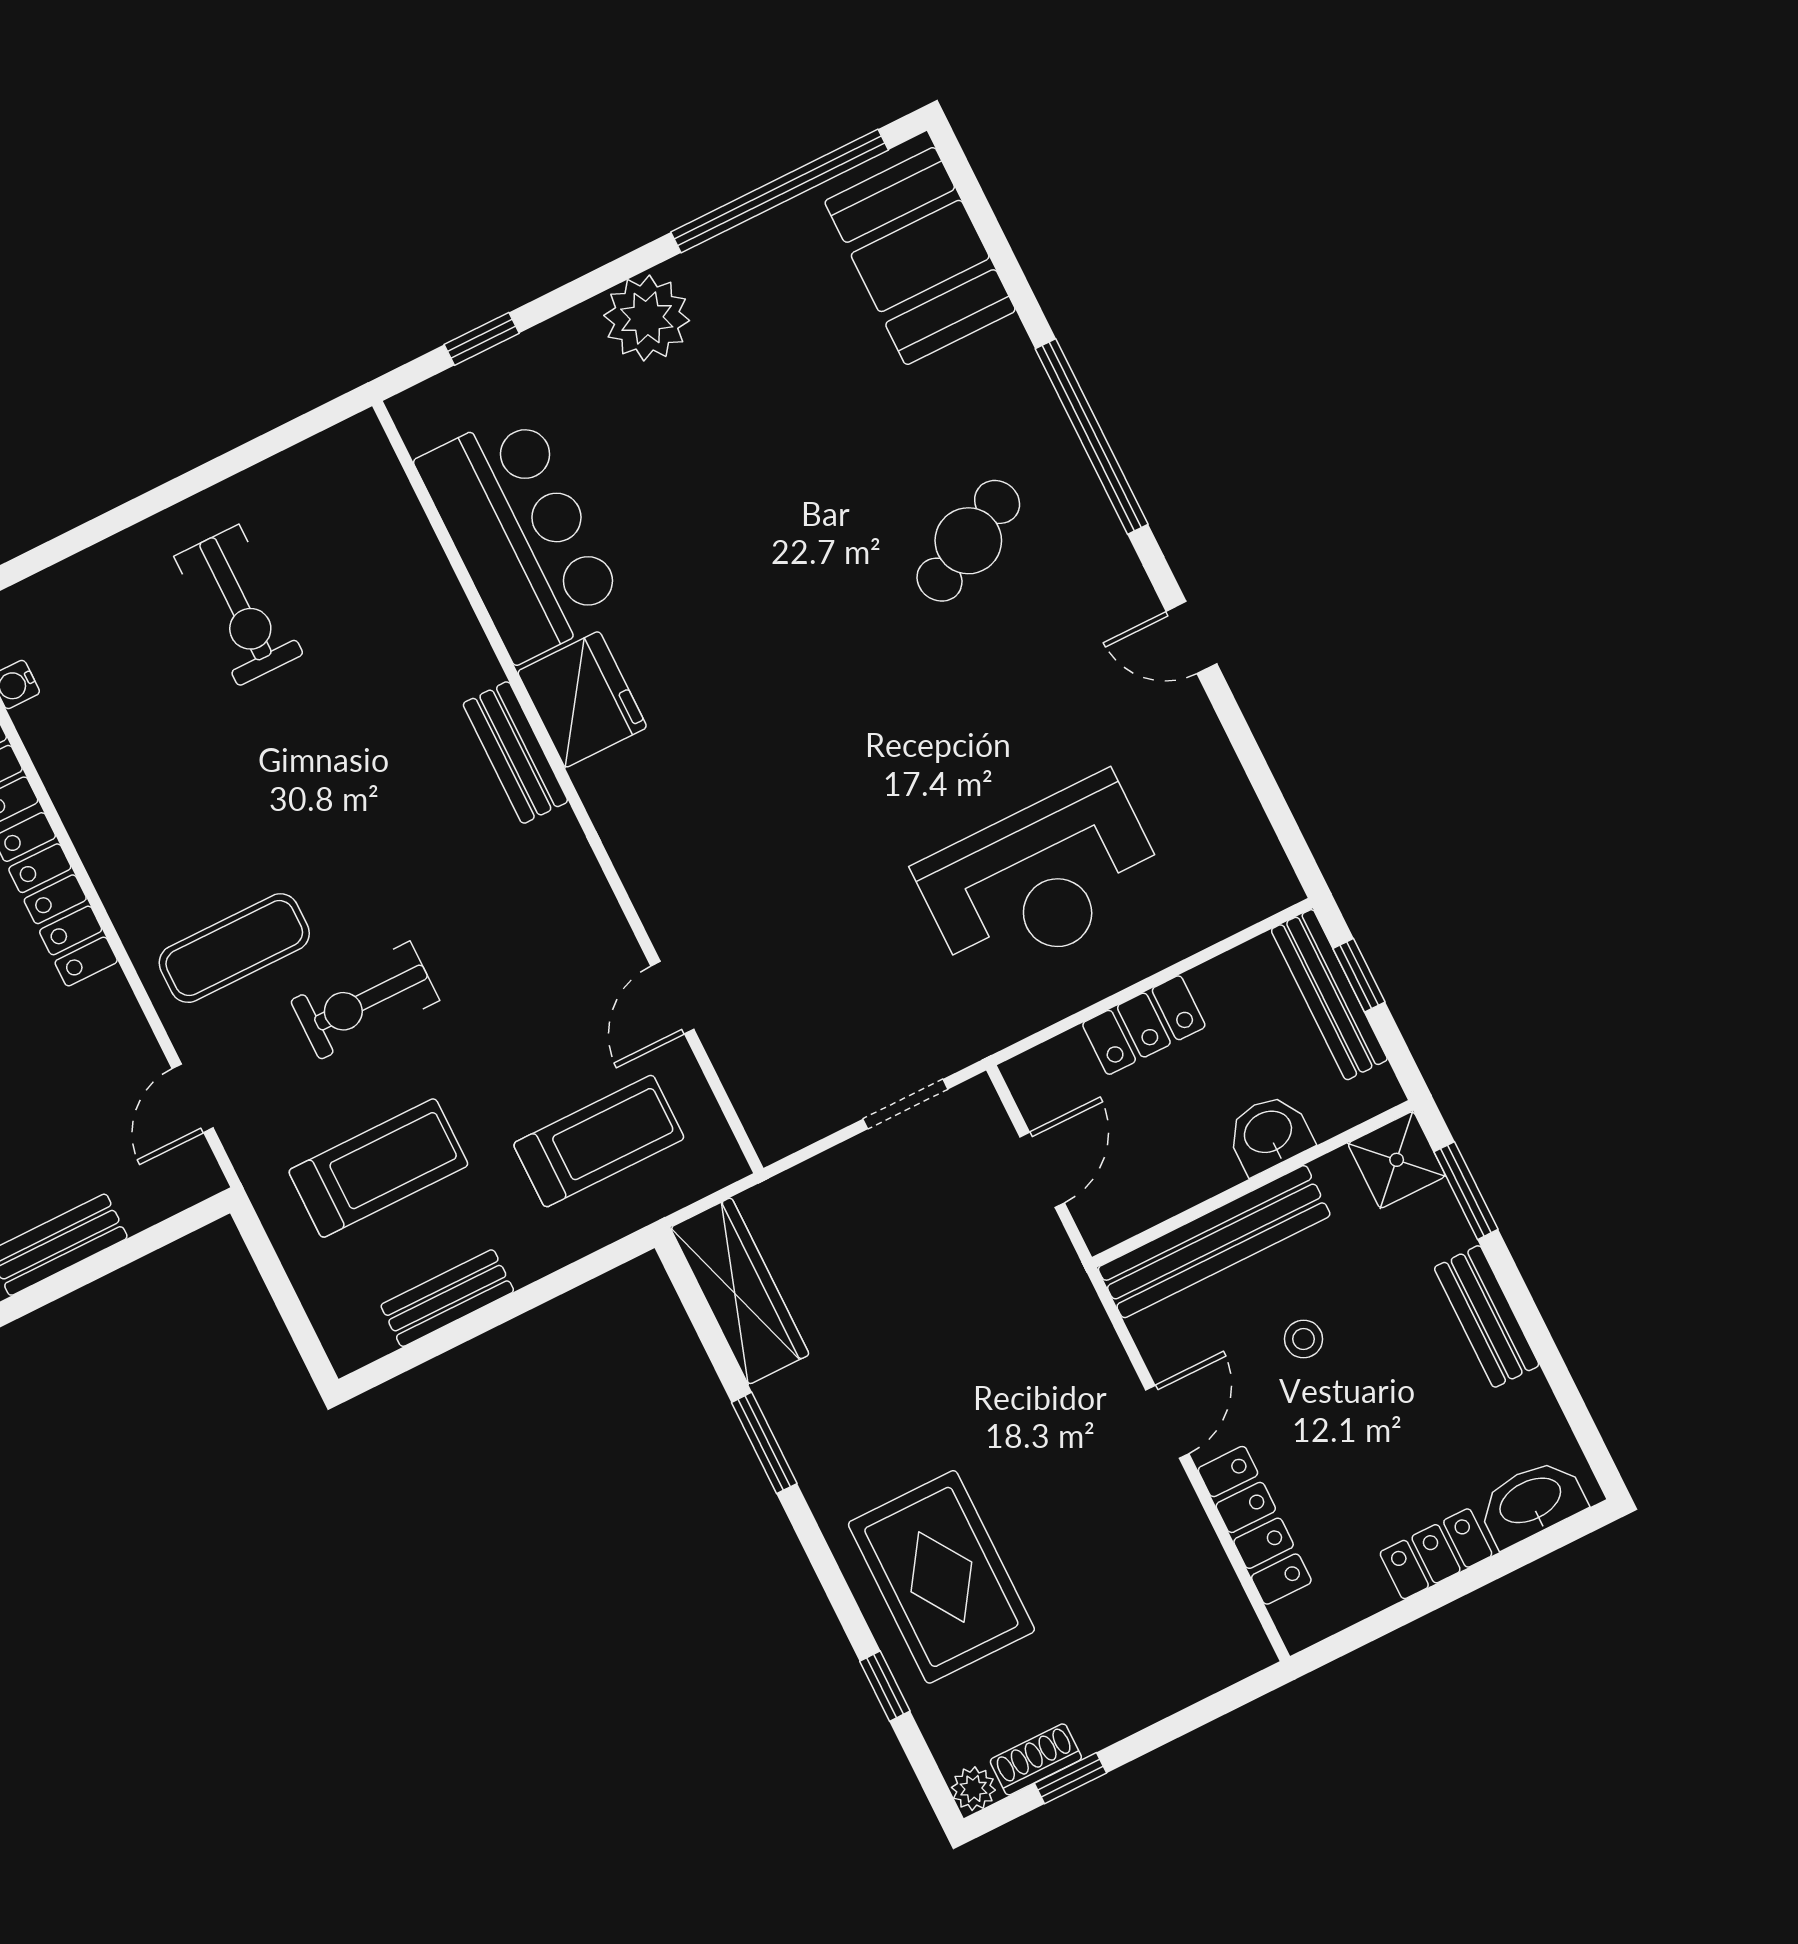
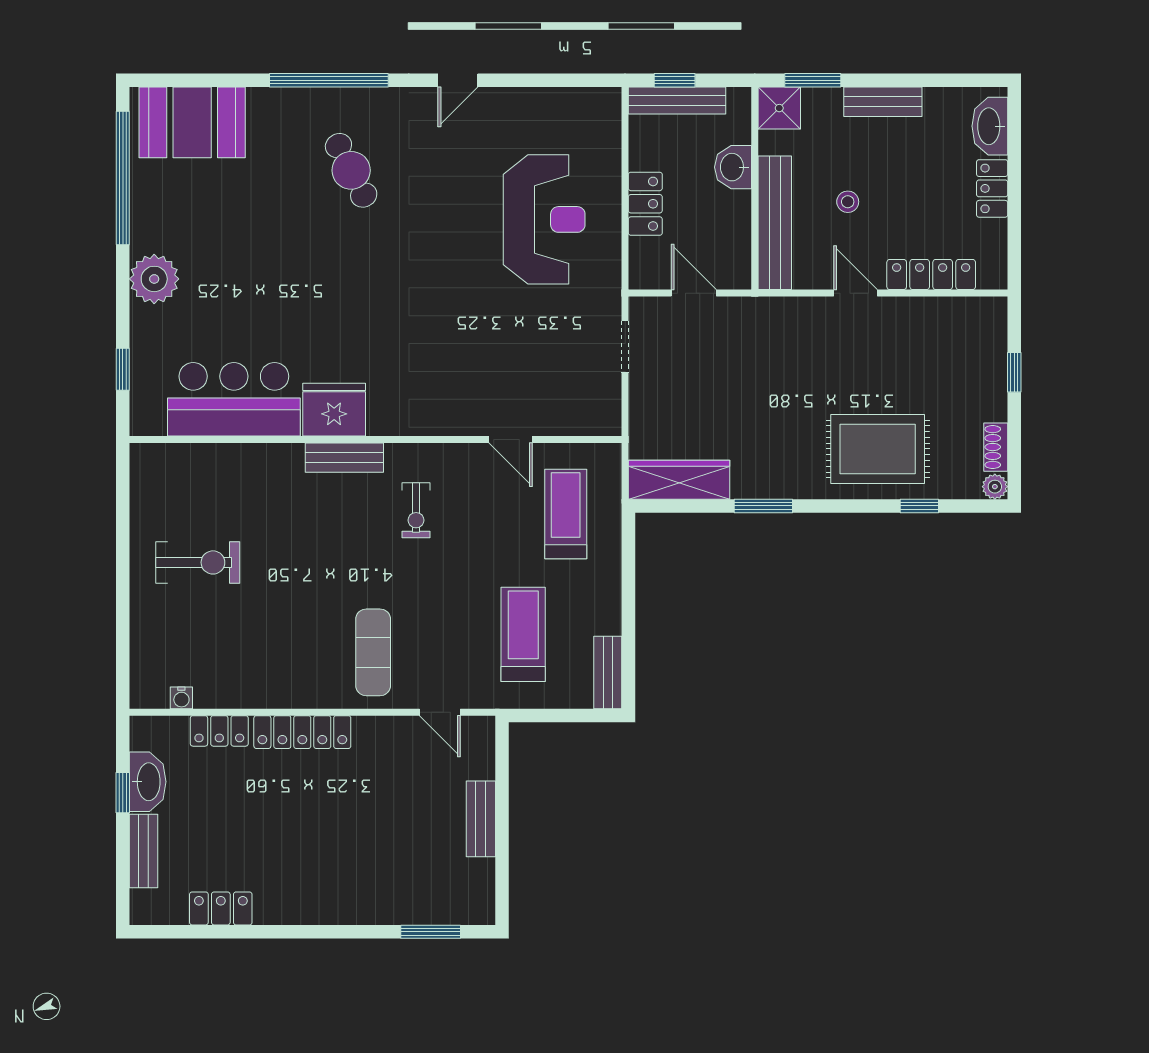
exercise bike: (365, 1001) -> (416, 510), moved, width x0.73, depth x0.72
bench: (447, 1298) -> (608, 673), moved
window: (1070, 1778) -> (1014, 372), moved

